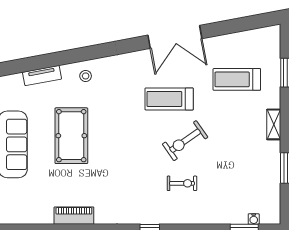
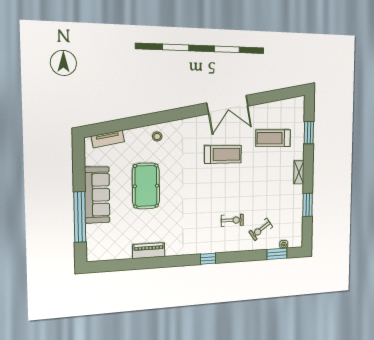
tv unit: (42, 76) -> (108, 139), moved
treadmill: (169, 99) -> (223, 154), turned 180
exercise bike: (185, 141) -> (261, 229), moved, width x0.73, depth x0.72

